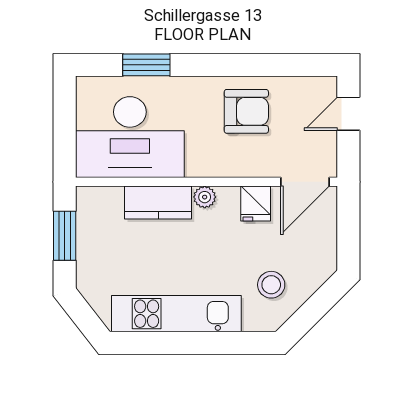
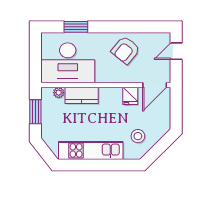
armchair: (246, 111) -> (126, 50), turned 129
plant: (205, 197) -> (59, 93), moved

